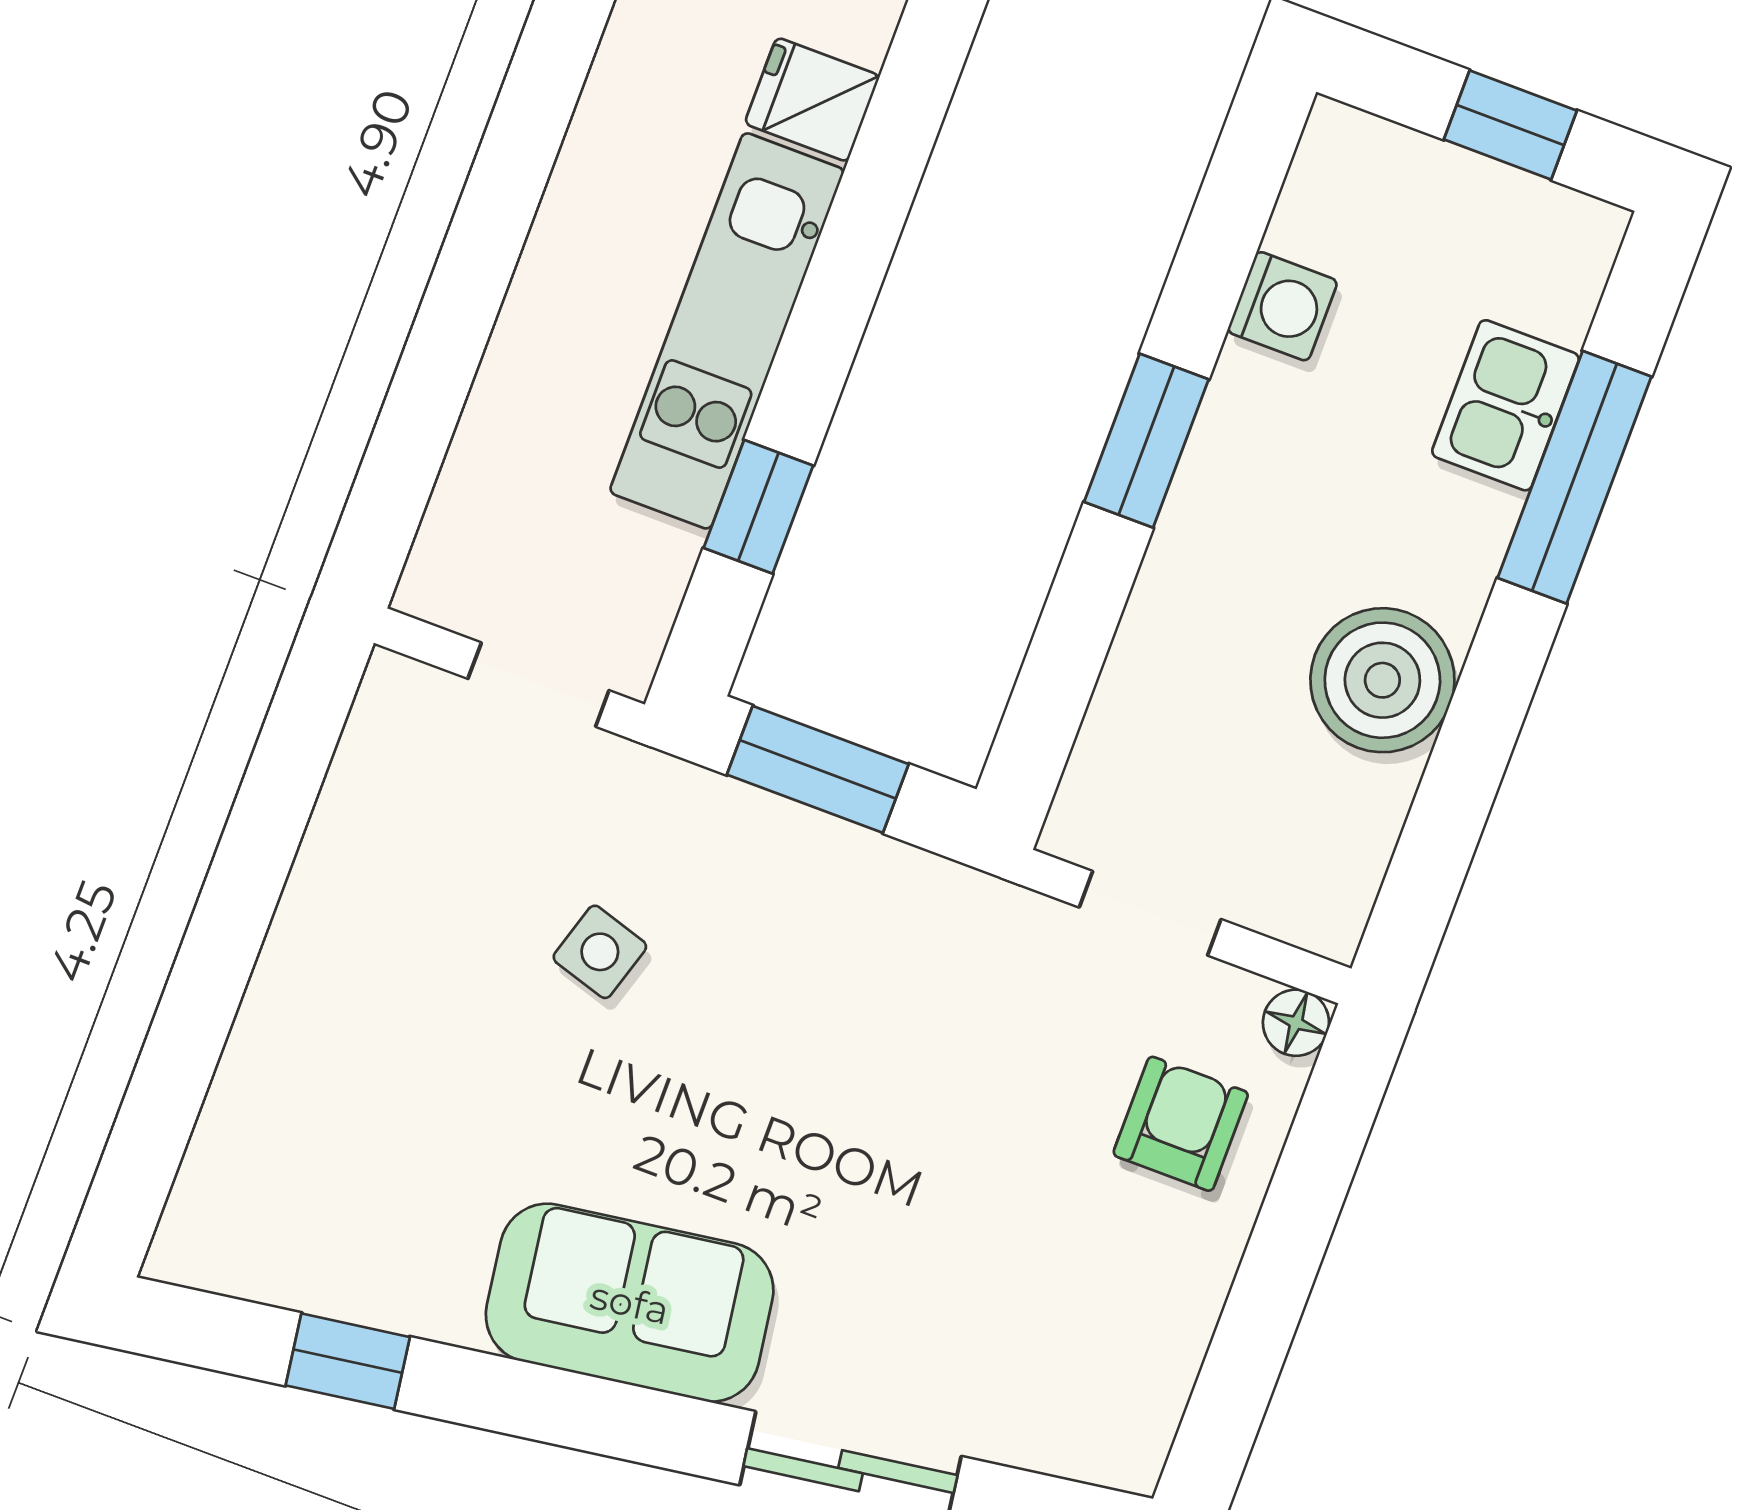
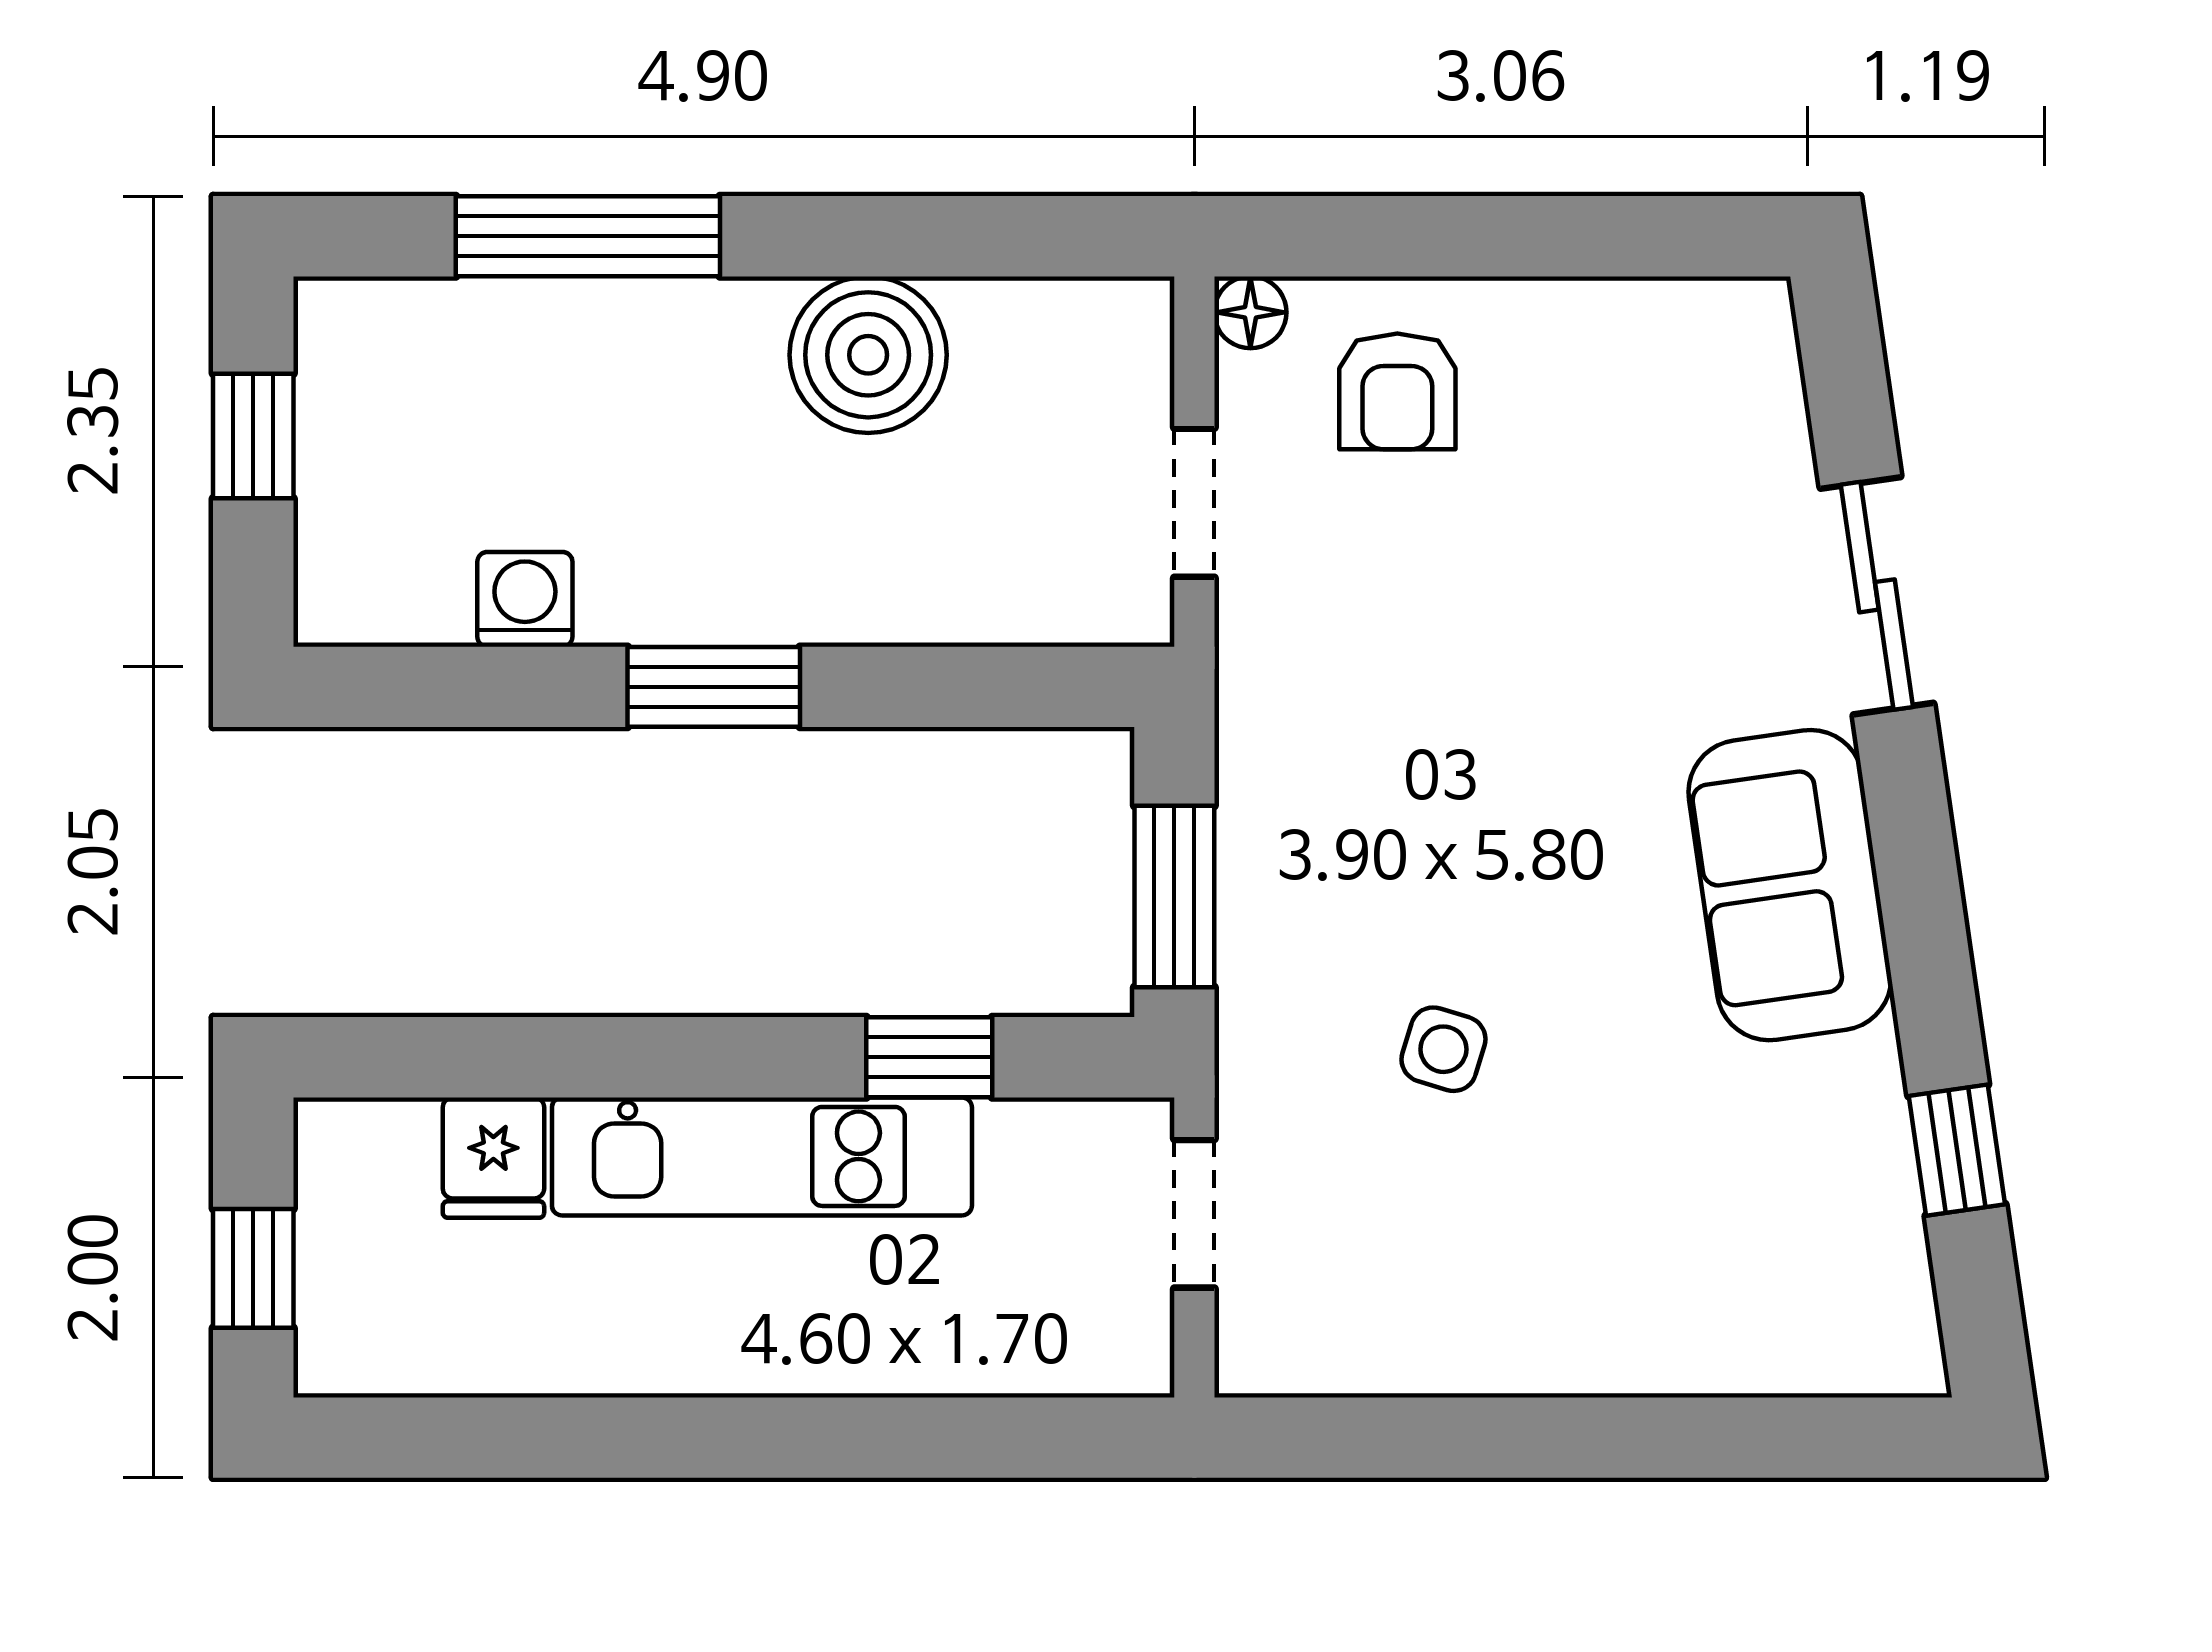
kitchen sink: (1505, 405) -> (541, 334), removed
armchair: (1181, 1124) -> (1397, 391), turned -90

